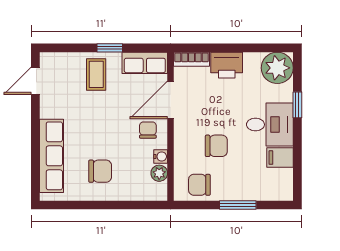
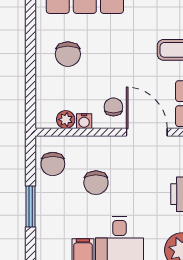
chair: (148, 130) -> (113, 107), turned -90
chair: (199, 185) -> (53, 164), turned 180

